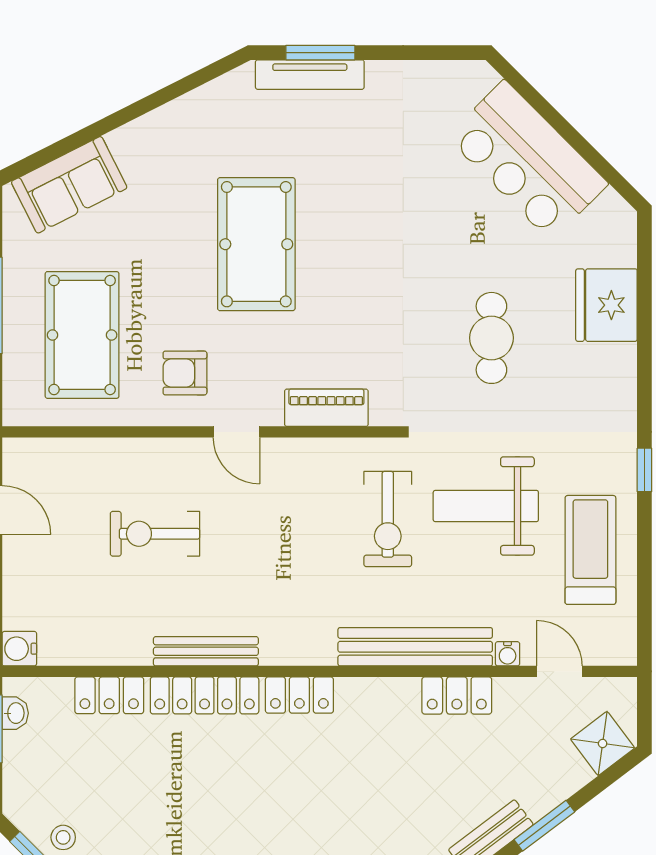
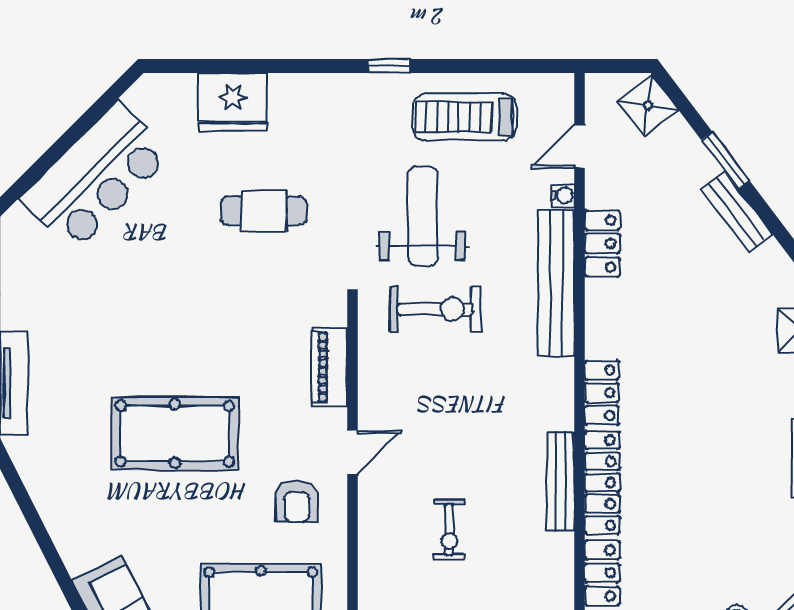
weight bench: (486, 506) -> (423, 216), turned 180
exercise bike: (155, 534) -> (449, 530), width x0.73, depth x0.72

